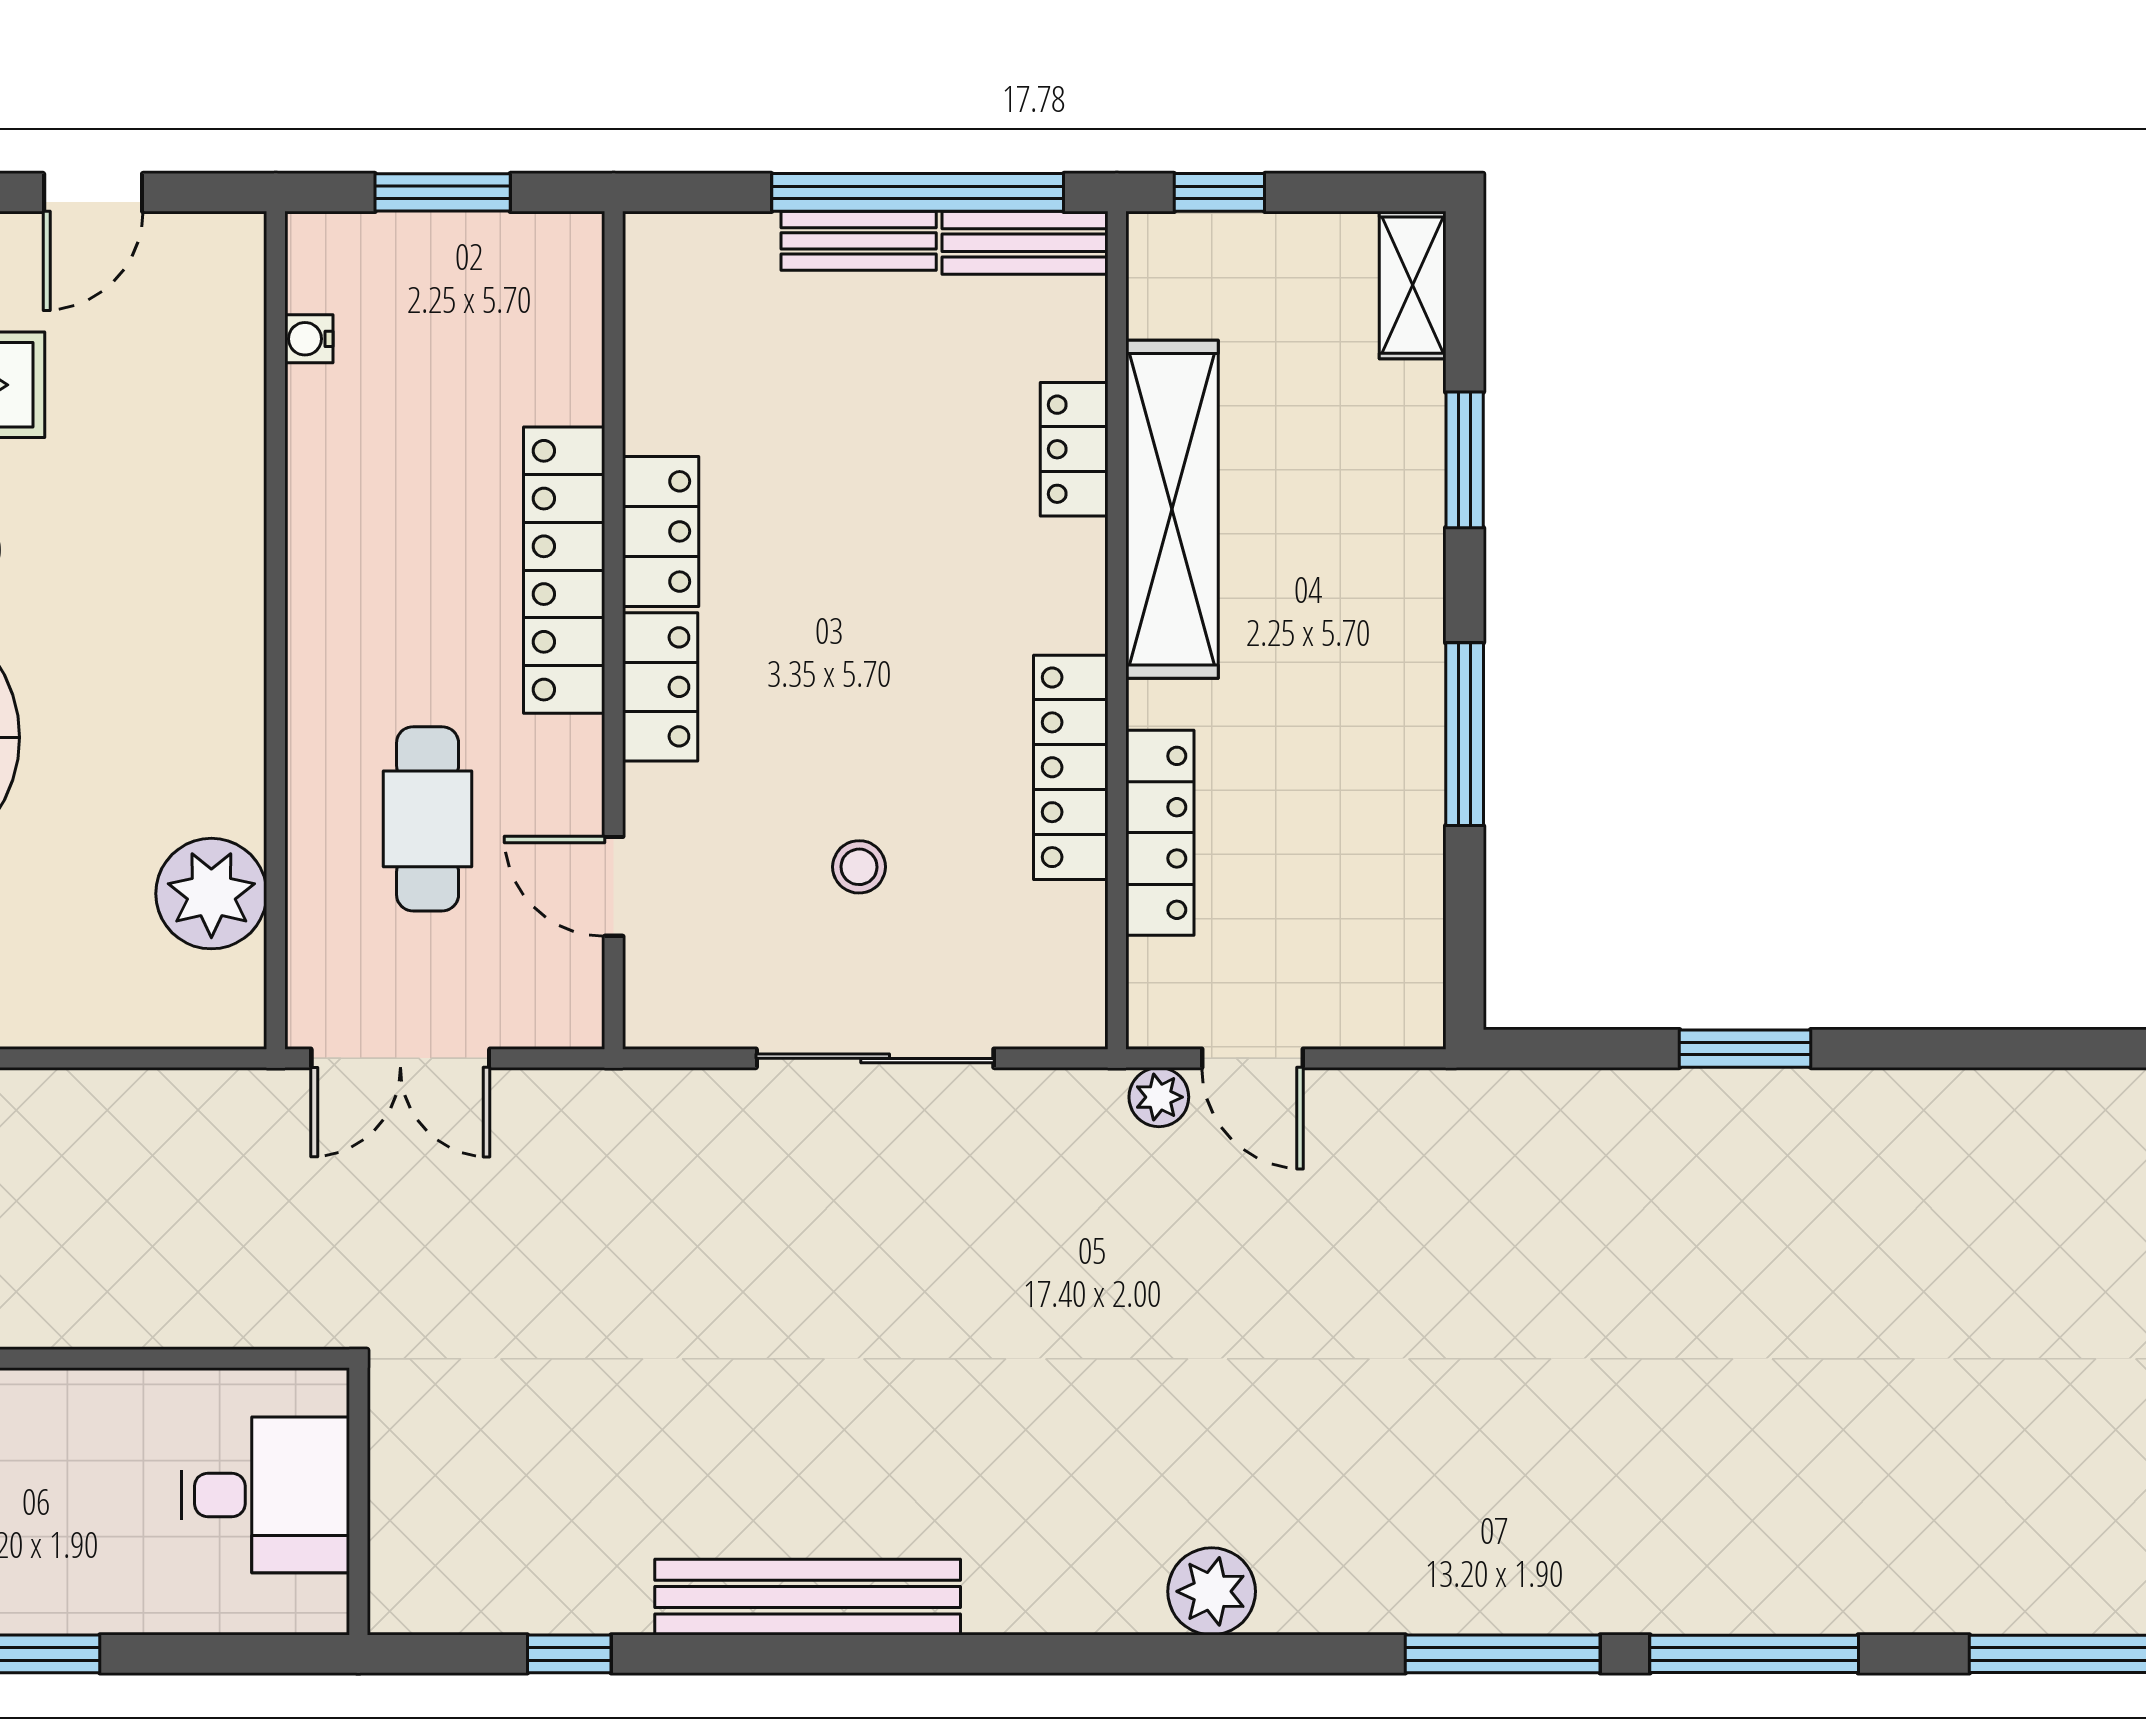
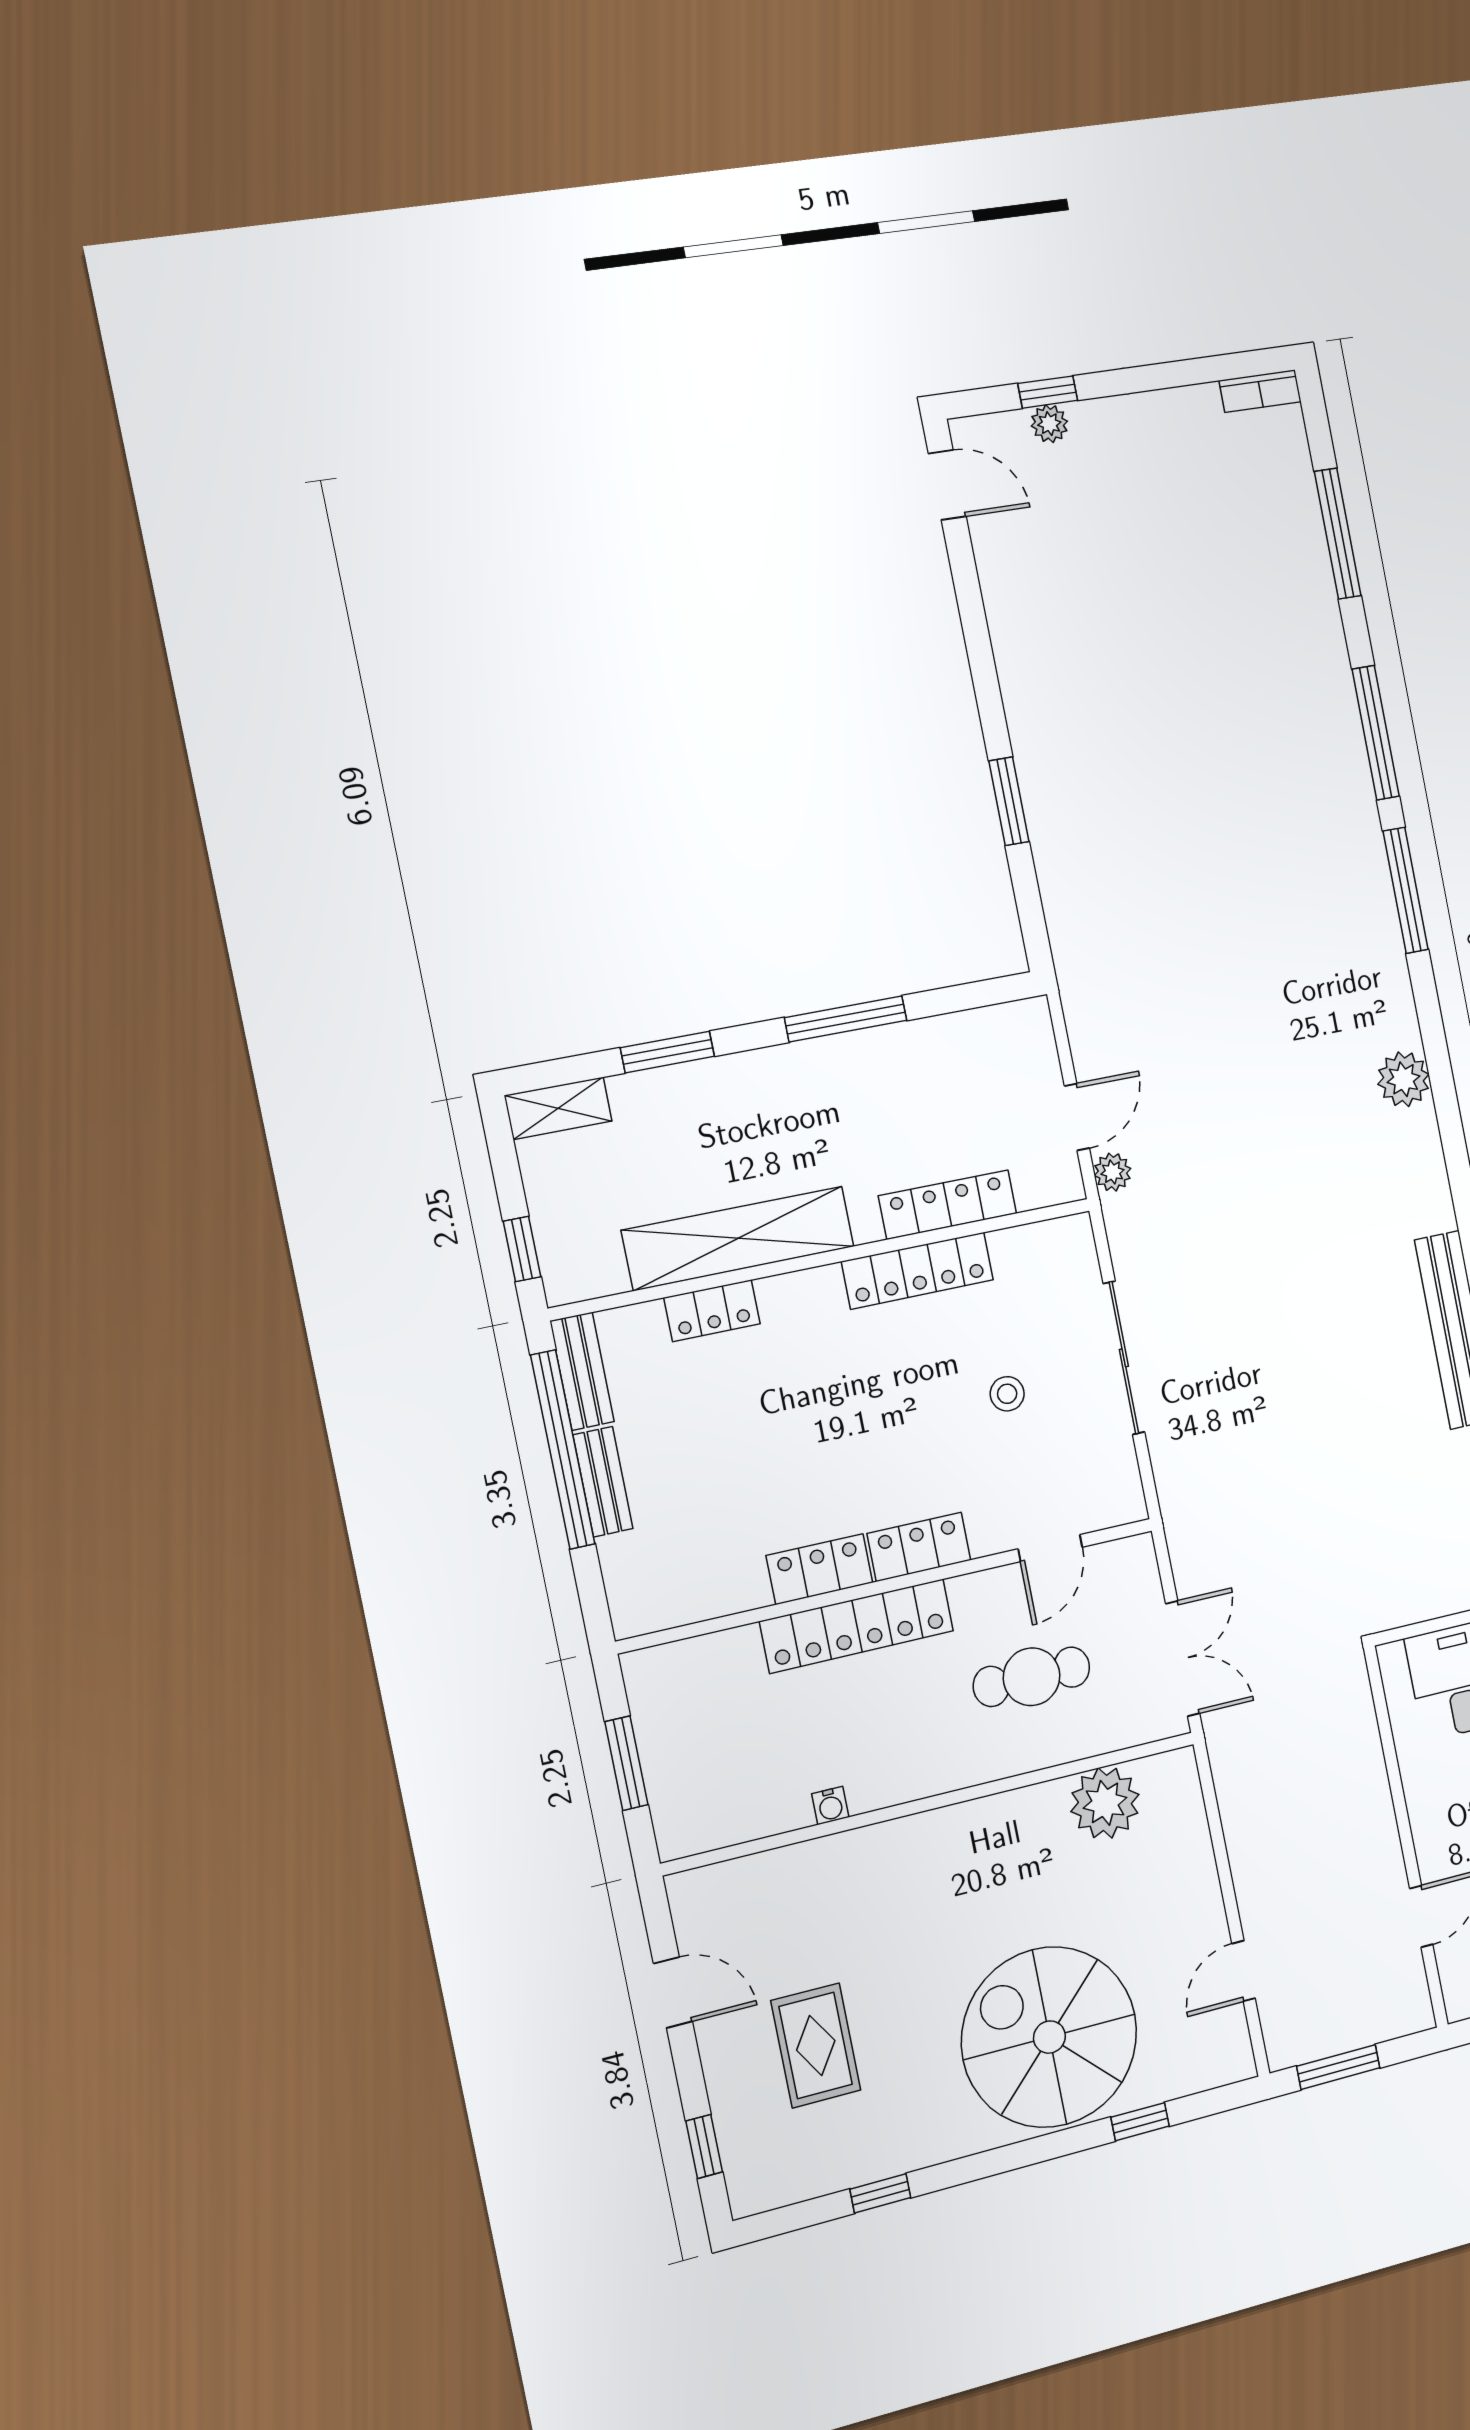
water cooler: (309, 339) -> (830, 1805), moved

